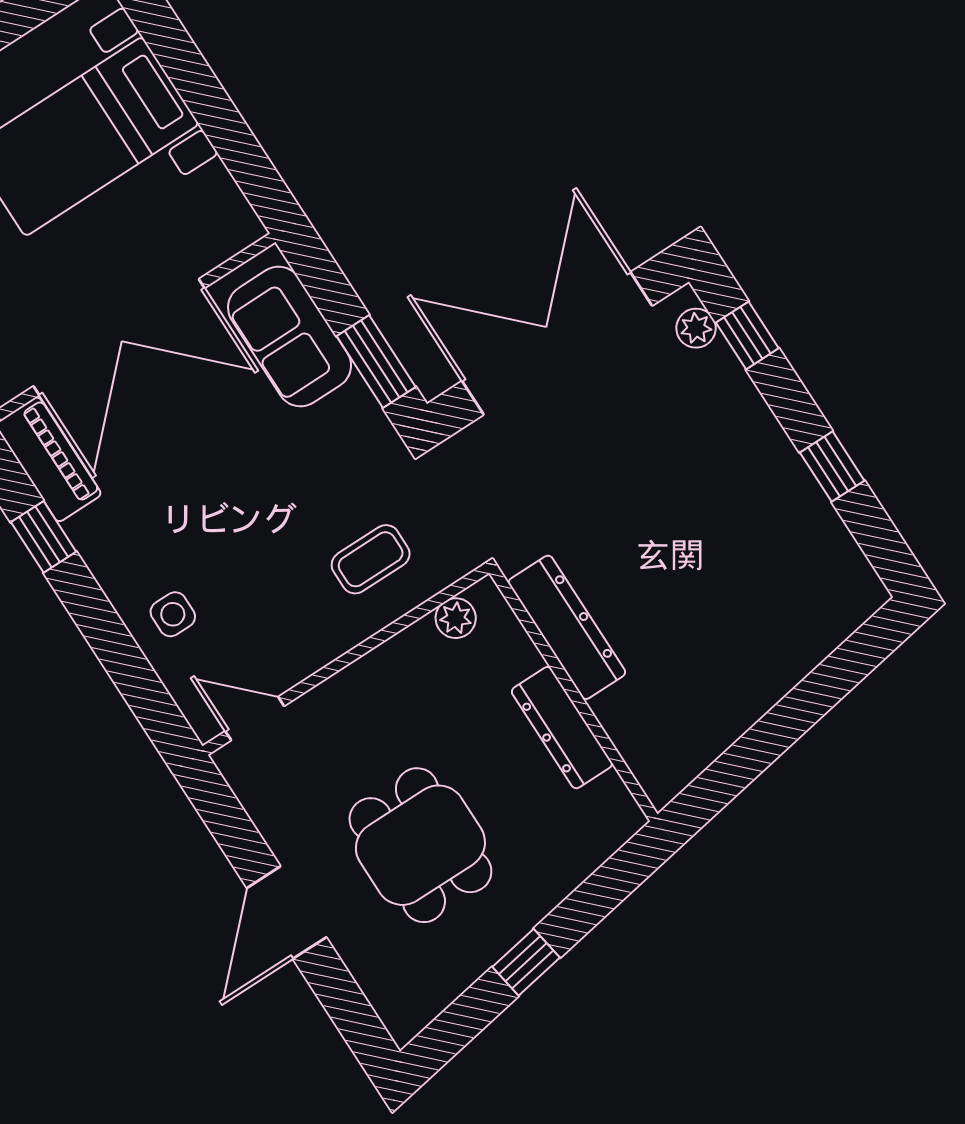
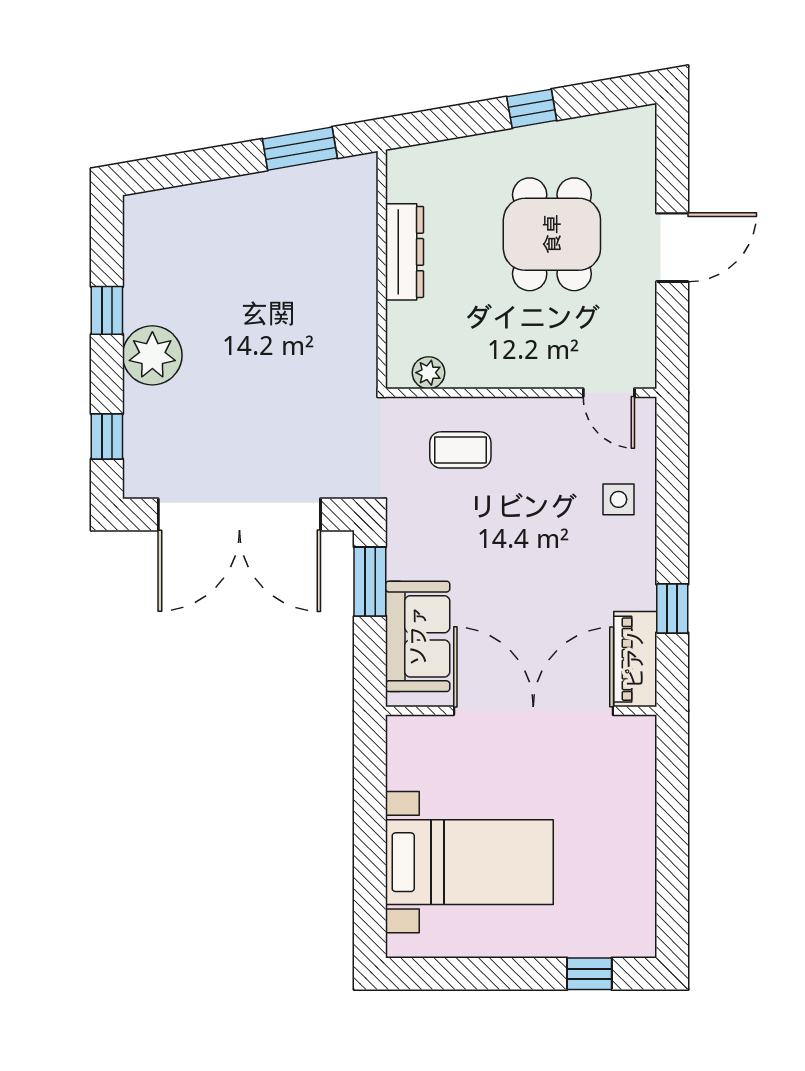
plant: (696, 328) -> (152, 355), moved, width x1.88, depth x1.88
dresser: (567, 627) -> (357, 318), removed
window: (740, 765) -> (300, 149), added

